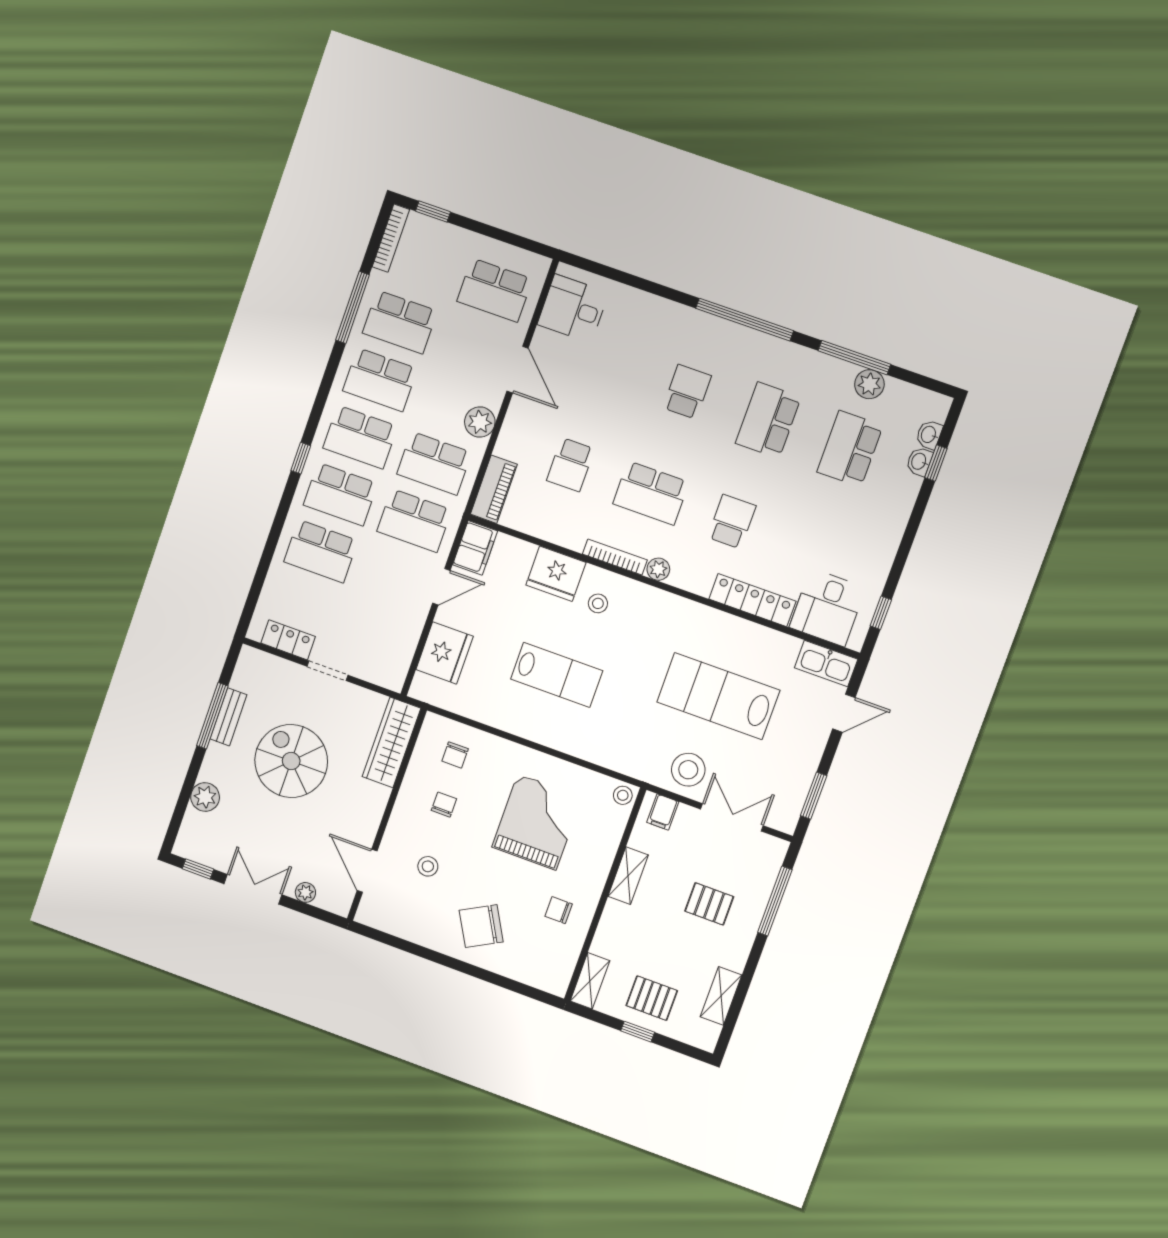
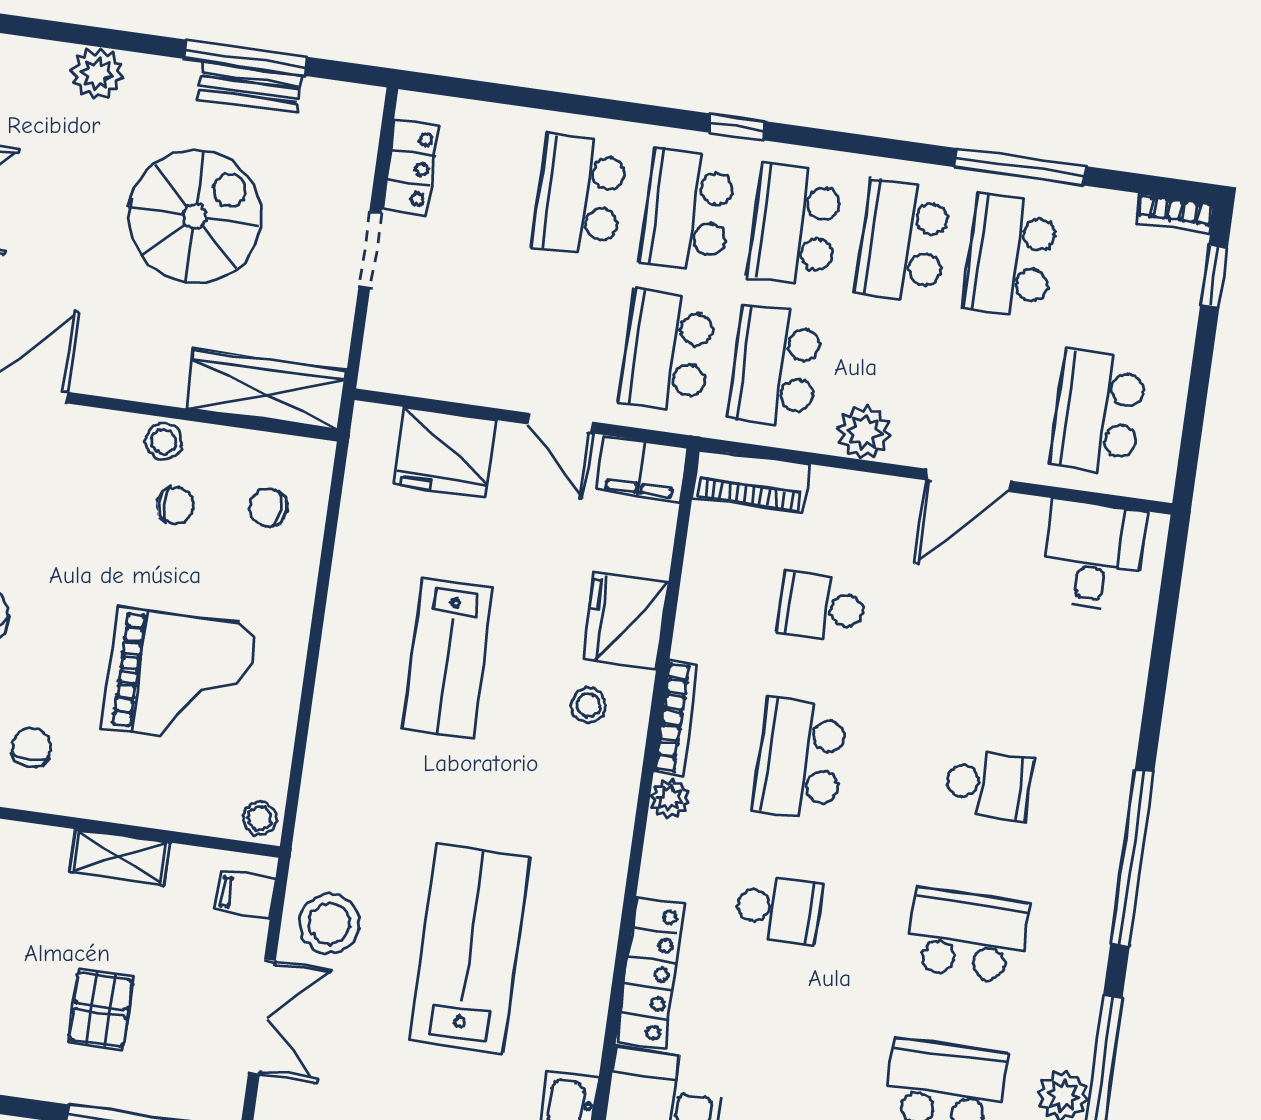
bookcase: (391, 238) -> (1175, 213), width x0.64
stool: (428, 866) -> (164, 441), moved

